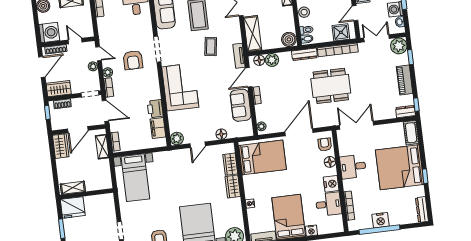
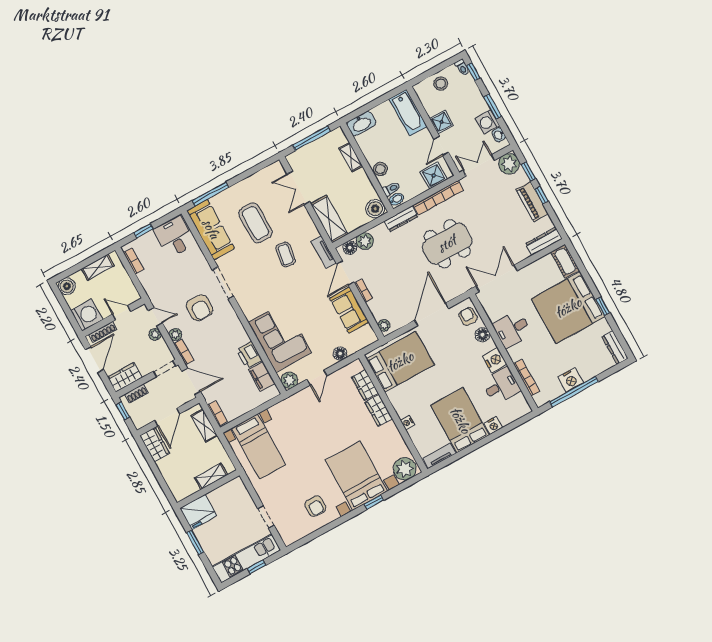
corner sofa: (180, 87) -> (280, 338), moved
window: (416, 105) -> (541, 195), moved
dresser: (405, 112) -> (544, 241), width x1.44
shelving: (73, 188) -> (211, 476), moved

